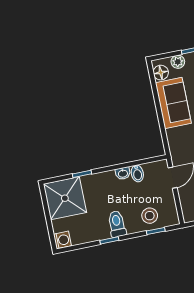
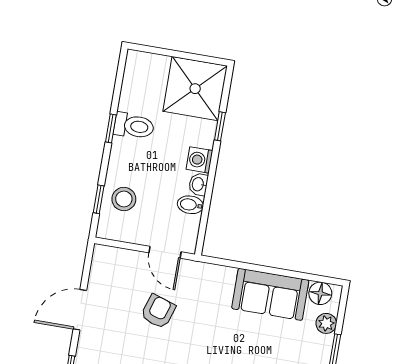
toilet: (117, 224) -> (134, 126), moved
washing machine: (62, 240) -> (199, 160), moved, turned 90

